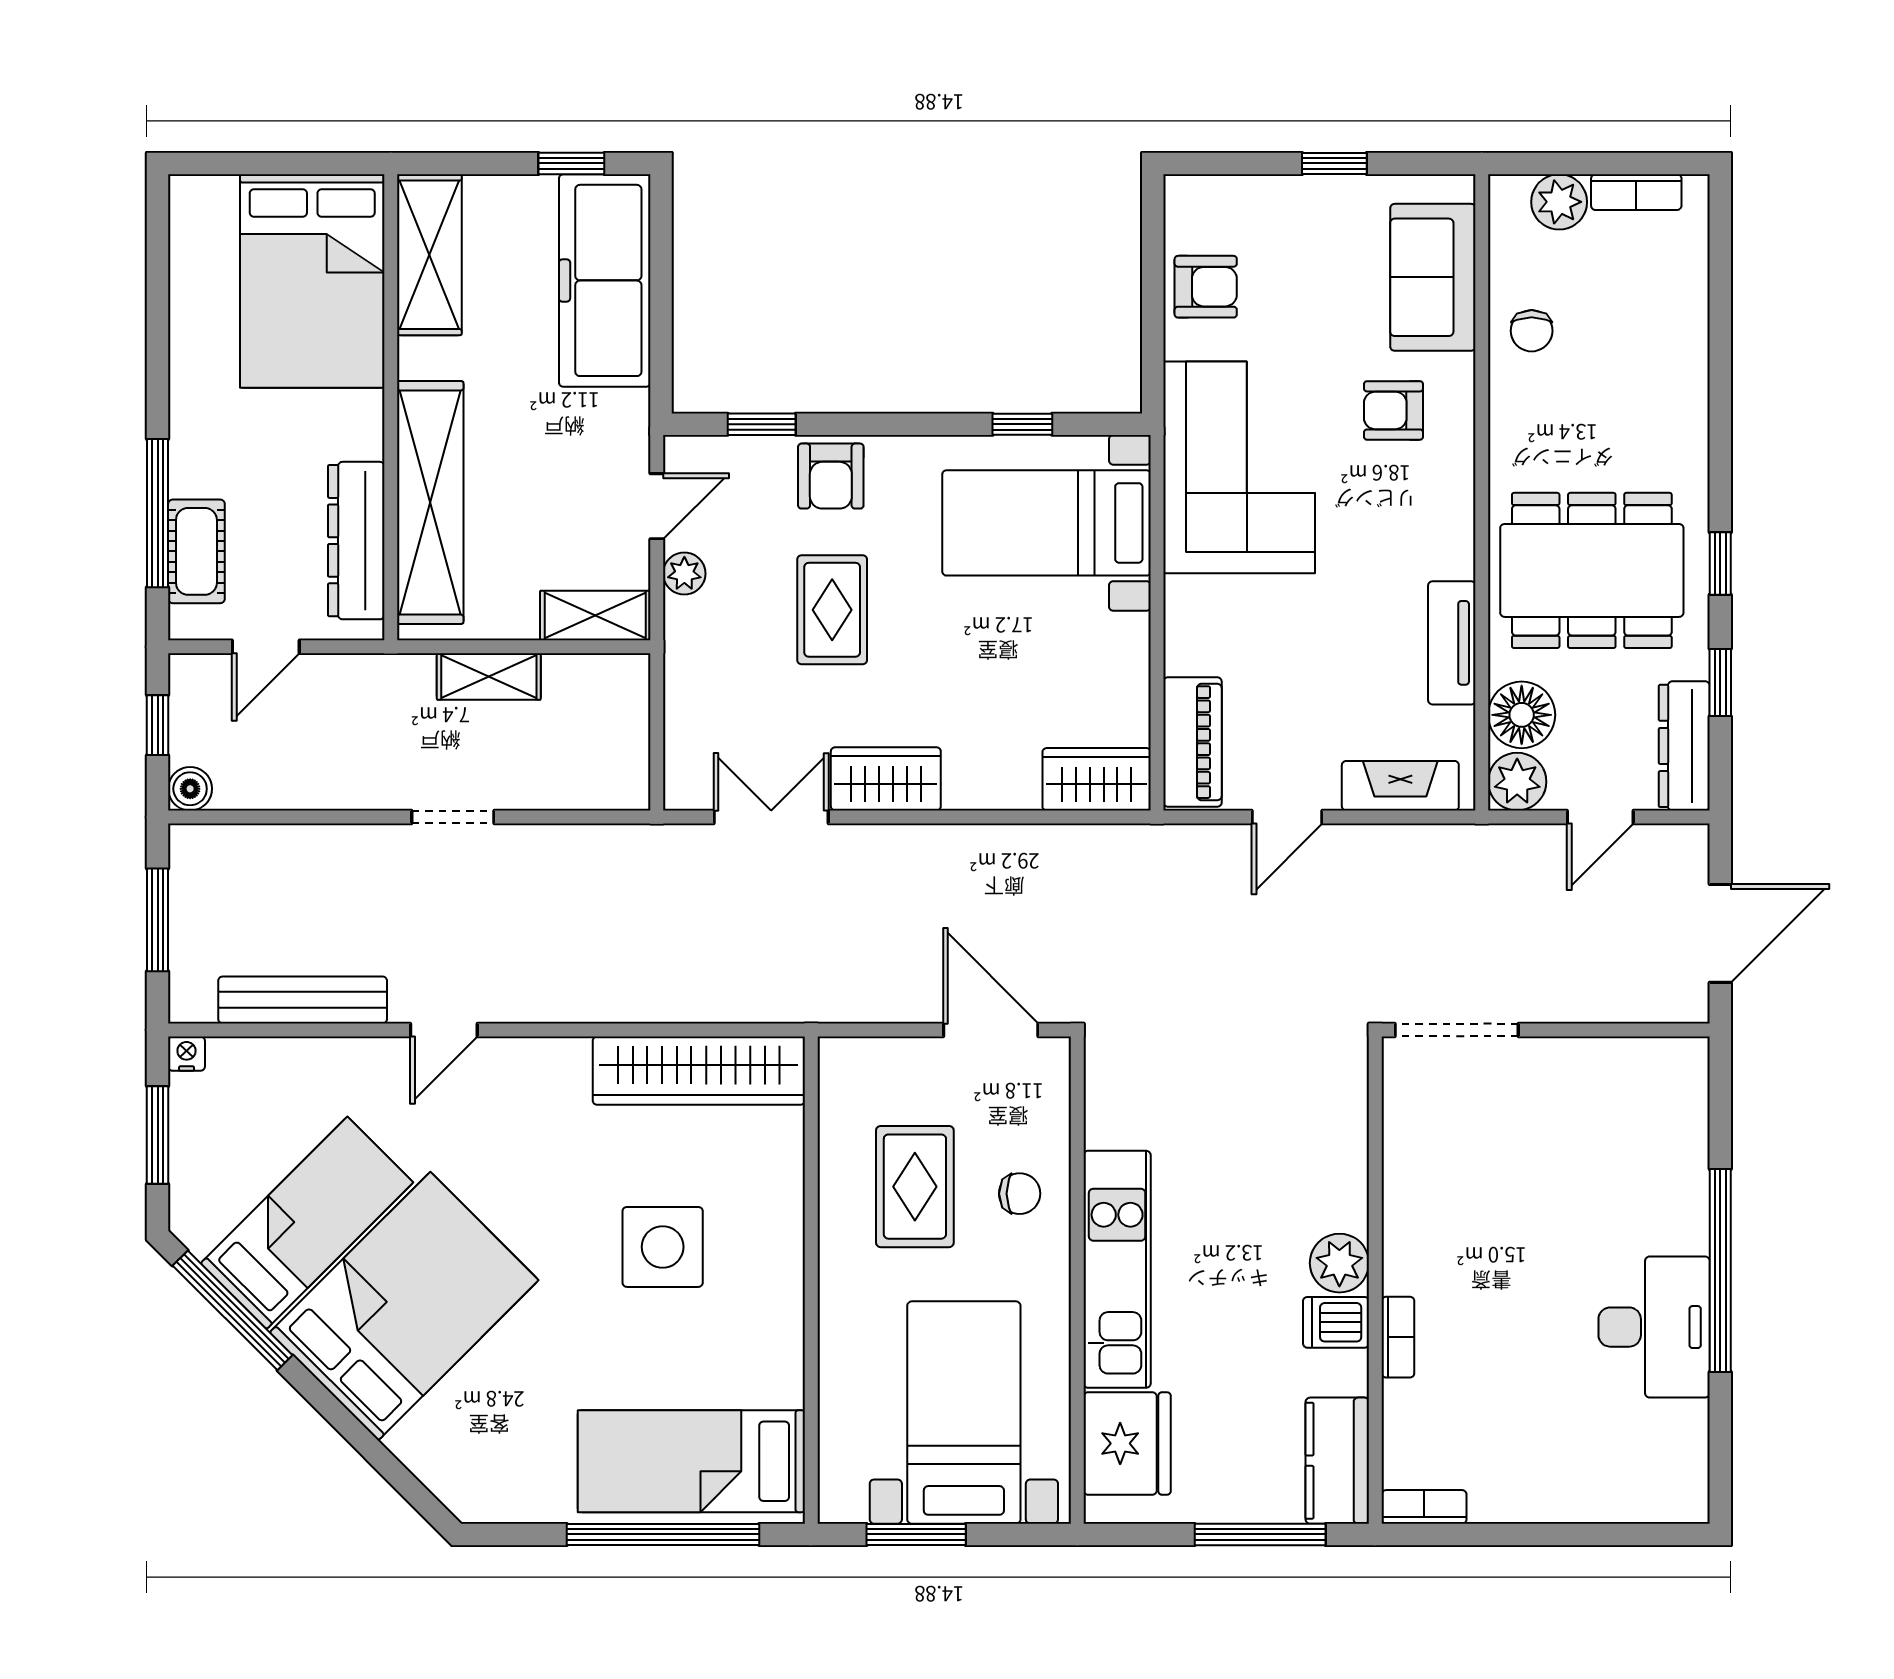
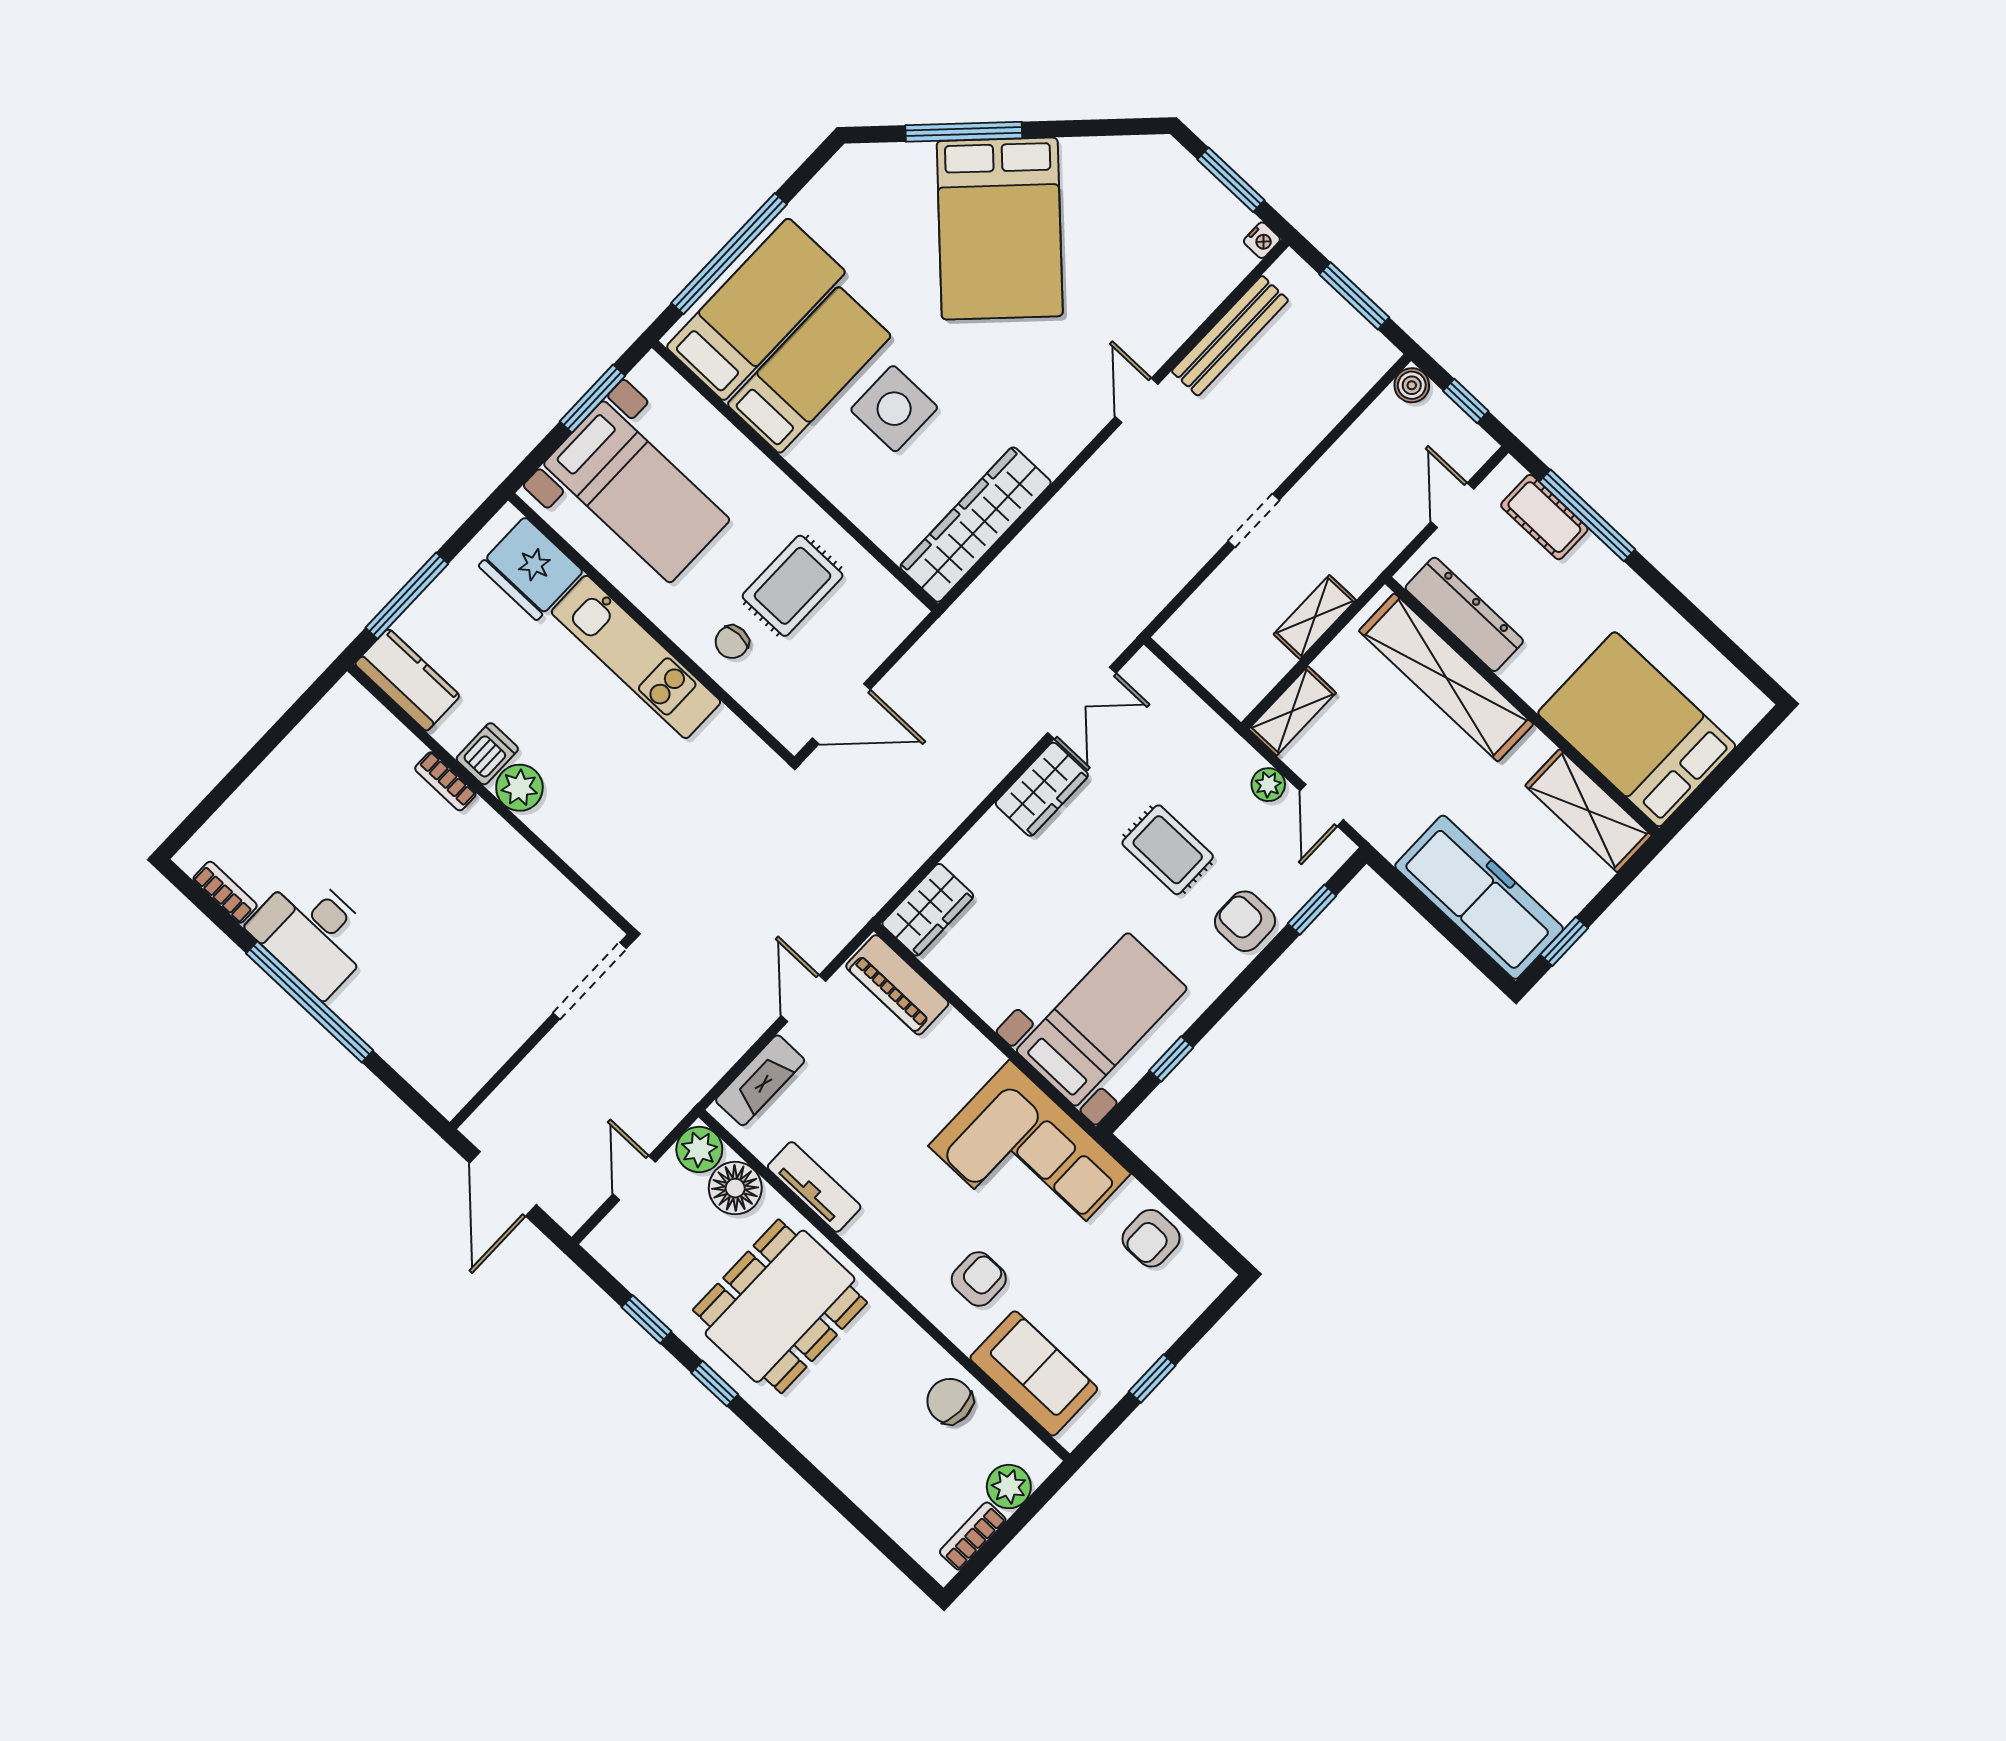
chair: (1532, 331) -> (950, 1401), width x1.37, depth x1.37
dresser: (1684, 746) -> (630, 1264), removed
rug: (915, 1187) -> (793, 586), turned 90
bed: (307, 1223) -> (809, 370), moved, turned -135
window: (233, 1310) -> (964, 132), moved
bookcase: (1424, 1507) -> (225, 892), moved, turned -90

